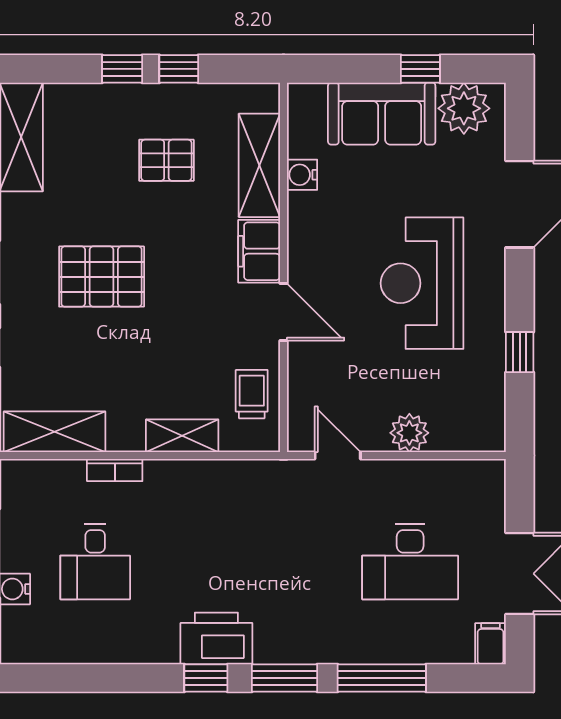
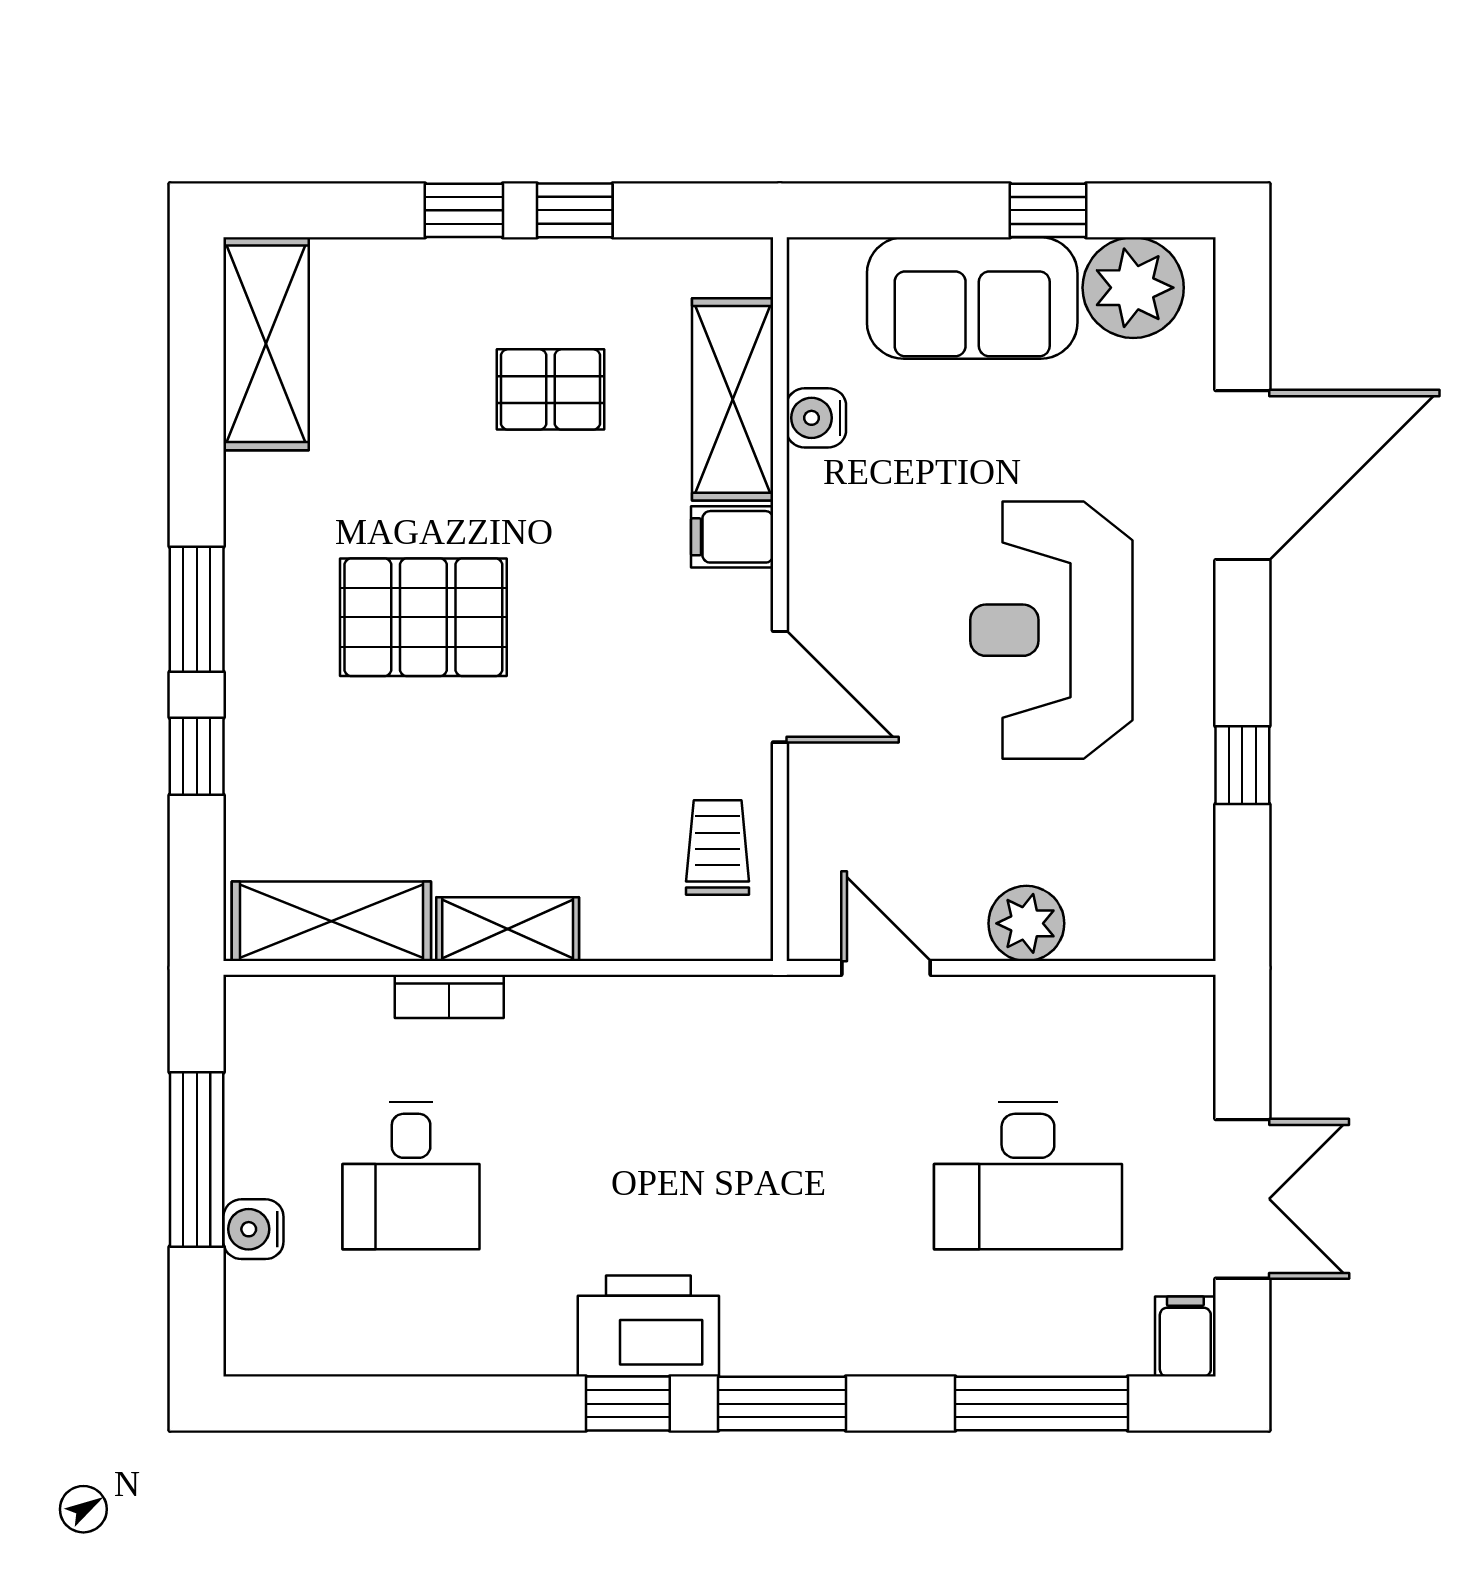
filing cabinet: (259, 251) -> (732, 537), width x0.50
shelving: (182, 436) -> (508, 929), moved
window: (382, 678) -> (1042, 1404), moved

